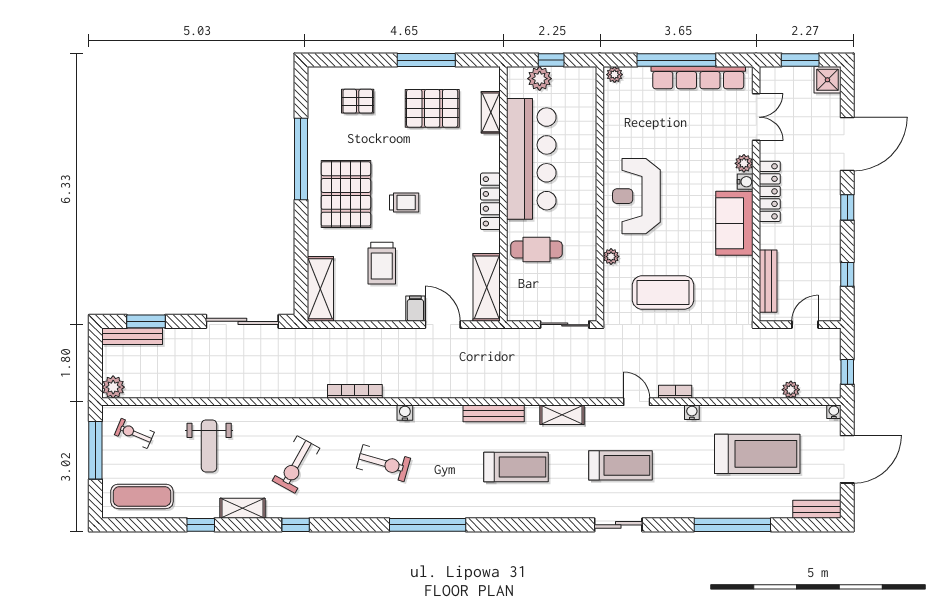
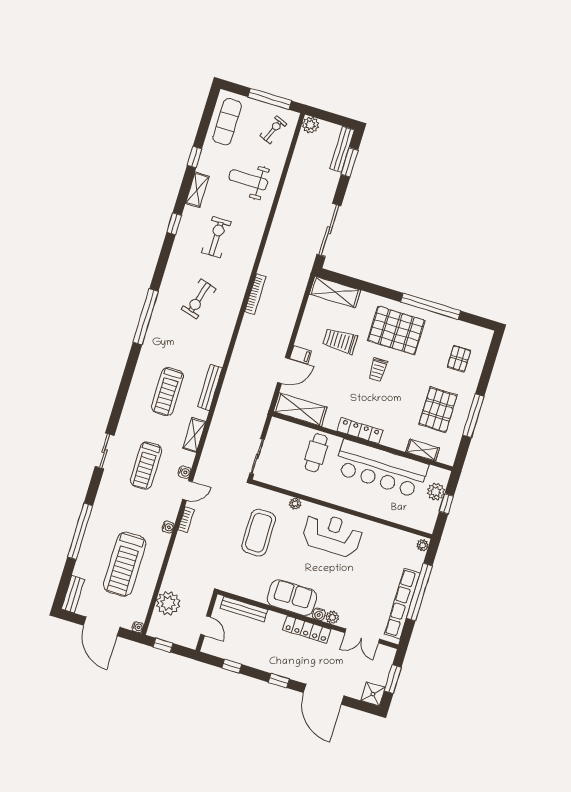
plant: (791, 390) -> (168, 603), width x1.87, depth x1.87
water cooler: (405, 413) -> (185, 472), moved
exercise bike: (296, 464) -> (216, 237), turned 61

